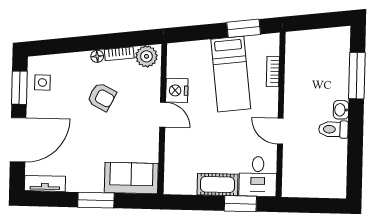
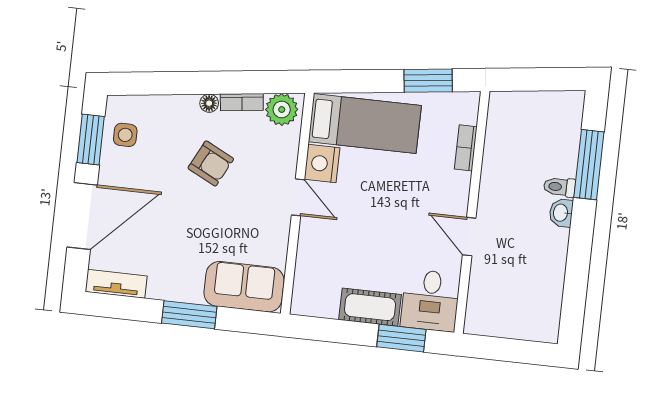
bed: (231, 74) -> (365, 124), moved, turned -83
toilet: (333, 129) -> (560, 187), moved, width x0.73, depth x0.72

